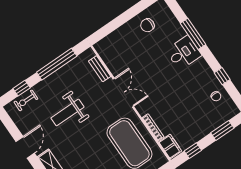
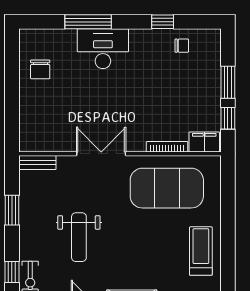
desk: (184, 53) -> (103, 49), width x1.37
window: (57, 64) -> (12, 210), width x0.47
bench: (100, 69) -> (37, 163), moved
window: (222, 130) -> (228, 82), moved

